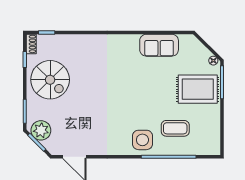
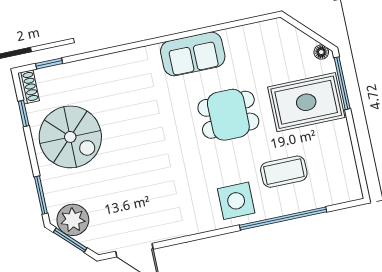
sofa: (159, 45) -> (193, 54), moved
dining table: (149, 87) -> (228, 115), added

